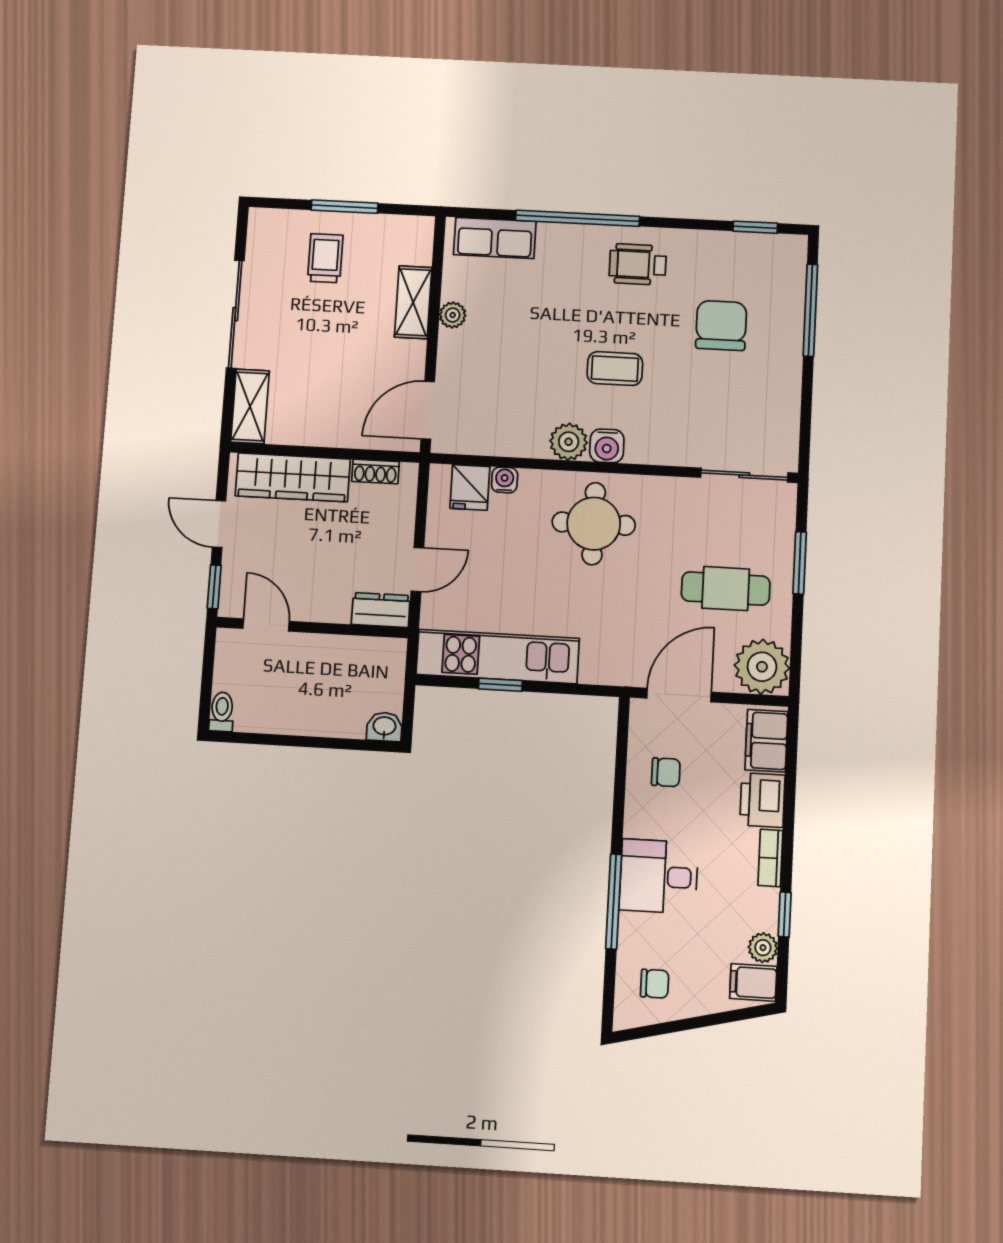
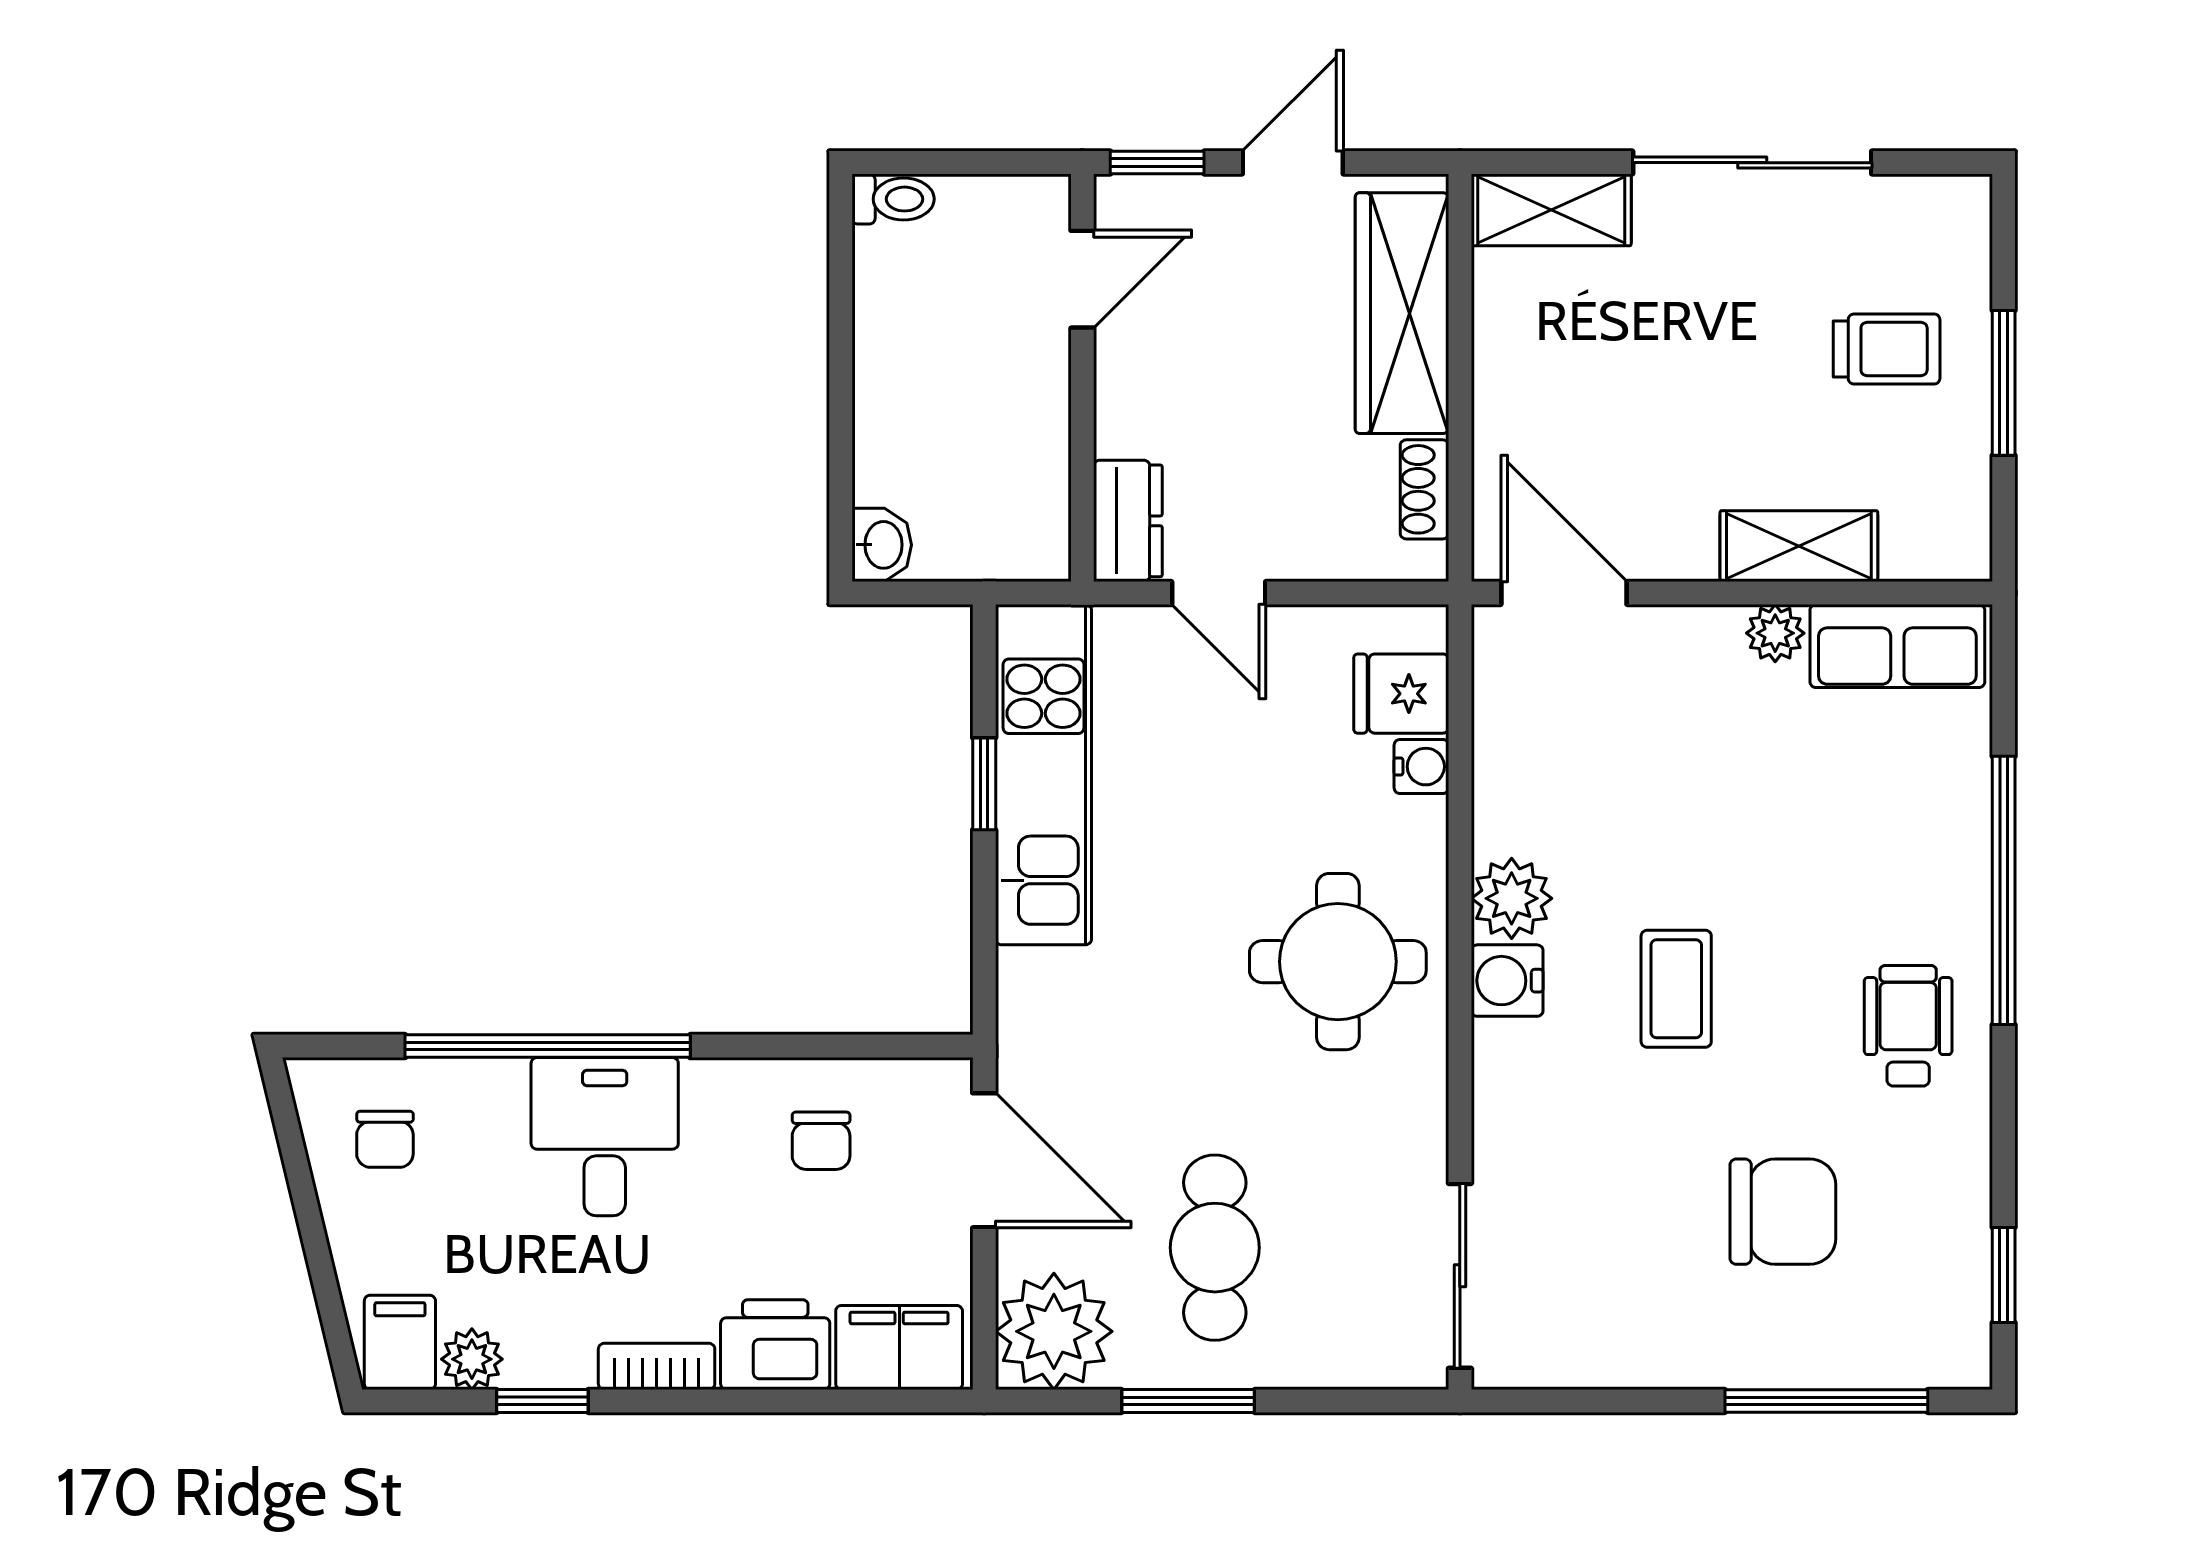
row of seats: (495, 238) -> (1897, 646), moved, turned -90
window: (800, 563) -> (1188, 1401), moved
window: (614, 901) -> (548, 1046), width x1.46

